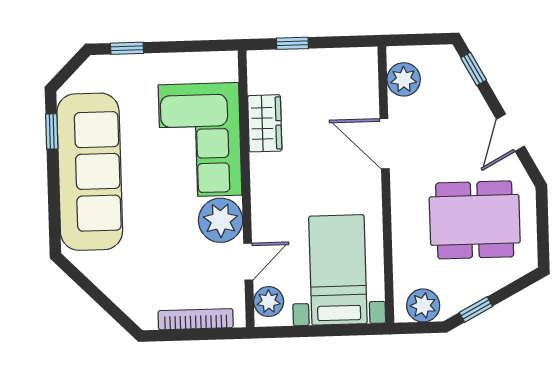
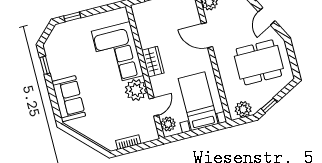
wardrobe: (265, 123) -> (153, 62), moved
sofa: (90, 172) -> (69, 99), width x0.54, depth x0.79
bookcase: (196, 319) -> (128, 142), width x0.64

